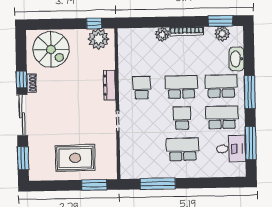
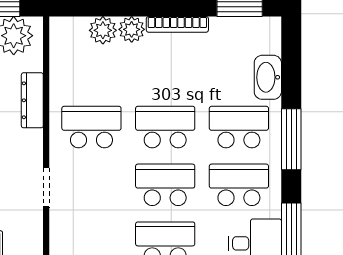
plant: (222, 34) -> (103, 30), moved
dresser: (110, 85) -> (32, 100), moved
school desk: (142, 88) -> (91, 127), width x1.85
school desk: (182, 118) -> (165, 185), width x1.85

